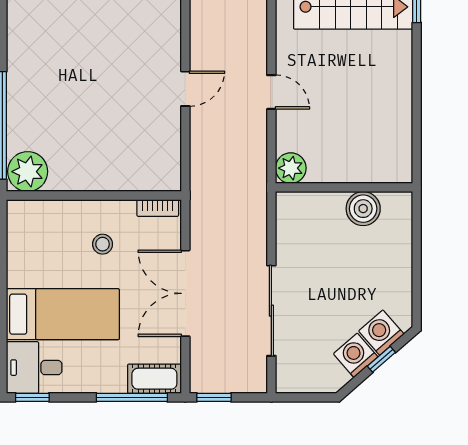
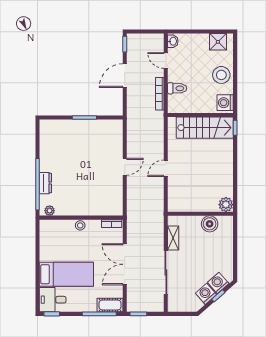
door: (271, 92) -> (166, 168), swing flipped
dresser: (19, 123) -> (45, 183), added
plant: (291, 168) -> (226, 205), moved
plant: (28, 172) -> (50, 211), width x0.53, depth x0.53
shelving: (287, 238) -> (173, 238), added
stool: (103, 244) -> (80, 225), moved

